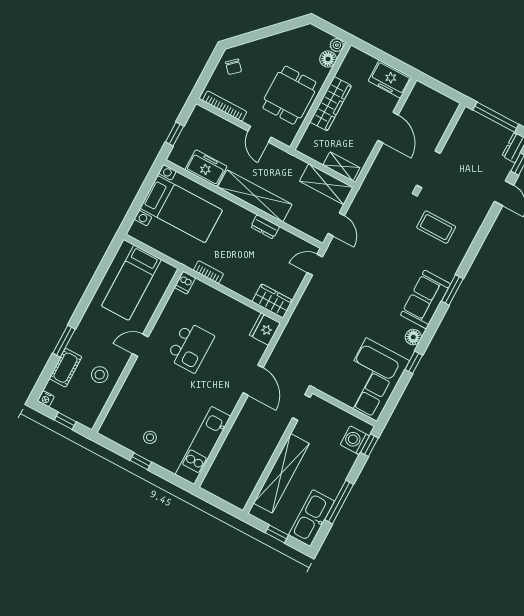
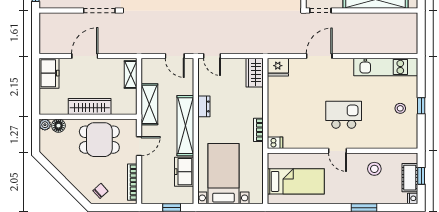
shelving: (326, 184) -> (149, 104), moved
door: (336, 224) -> (175, 56), swing flipped
kitchen island: (190, 347) -> (344, 115), moved
cot: (65, 368) -> (410, 178), moved, turned 90

